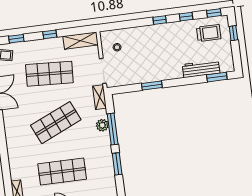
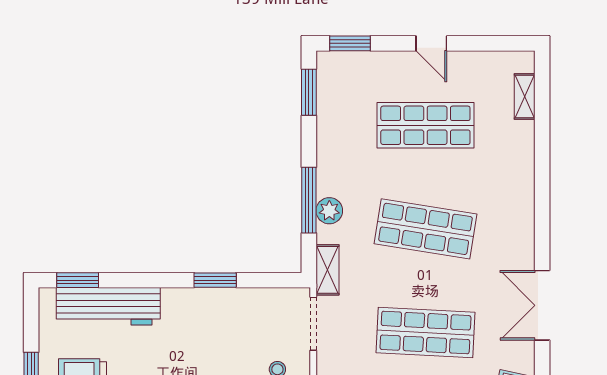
workbench: (201, 69) -> (108, 306), width x1.36, depth x1.32
shop shelf: (56, 123) -> (425, 229), turned 33
window: (117, 164) -> (309, 92), moved

